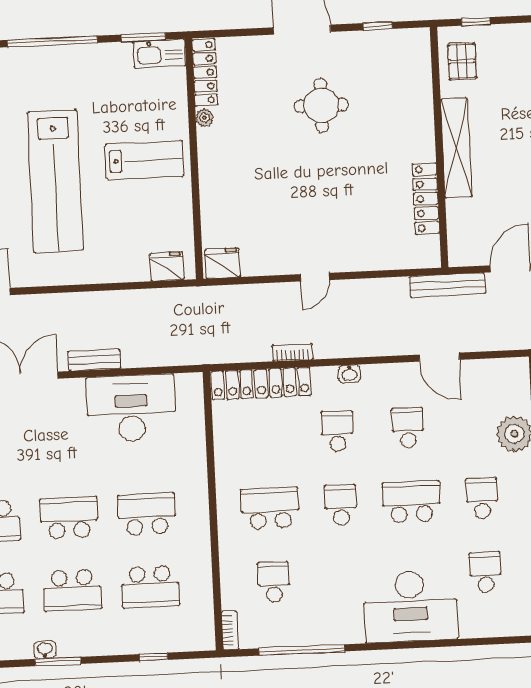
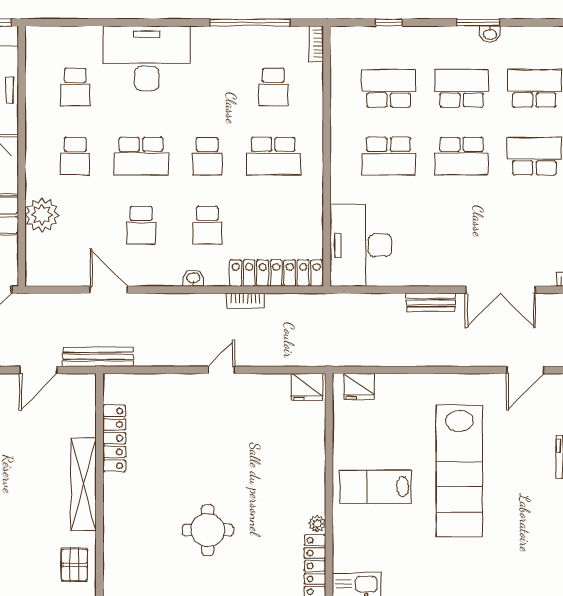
lab bench: (55, 181) -> (459, 471), turned 180
desk: (131, 408) -> (361, 245), moved, turned 90

